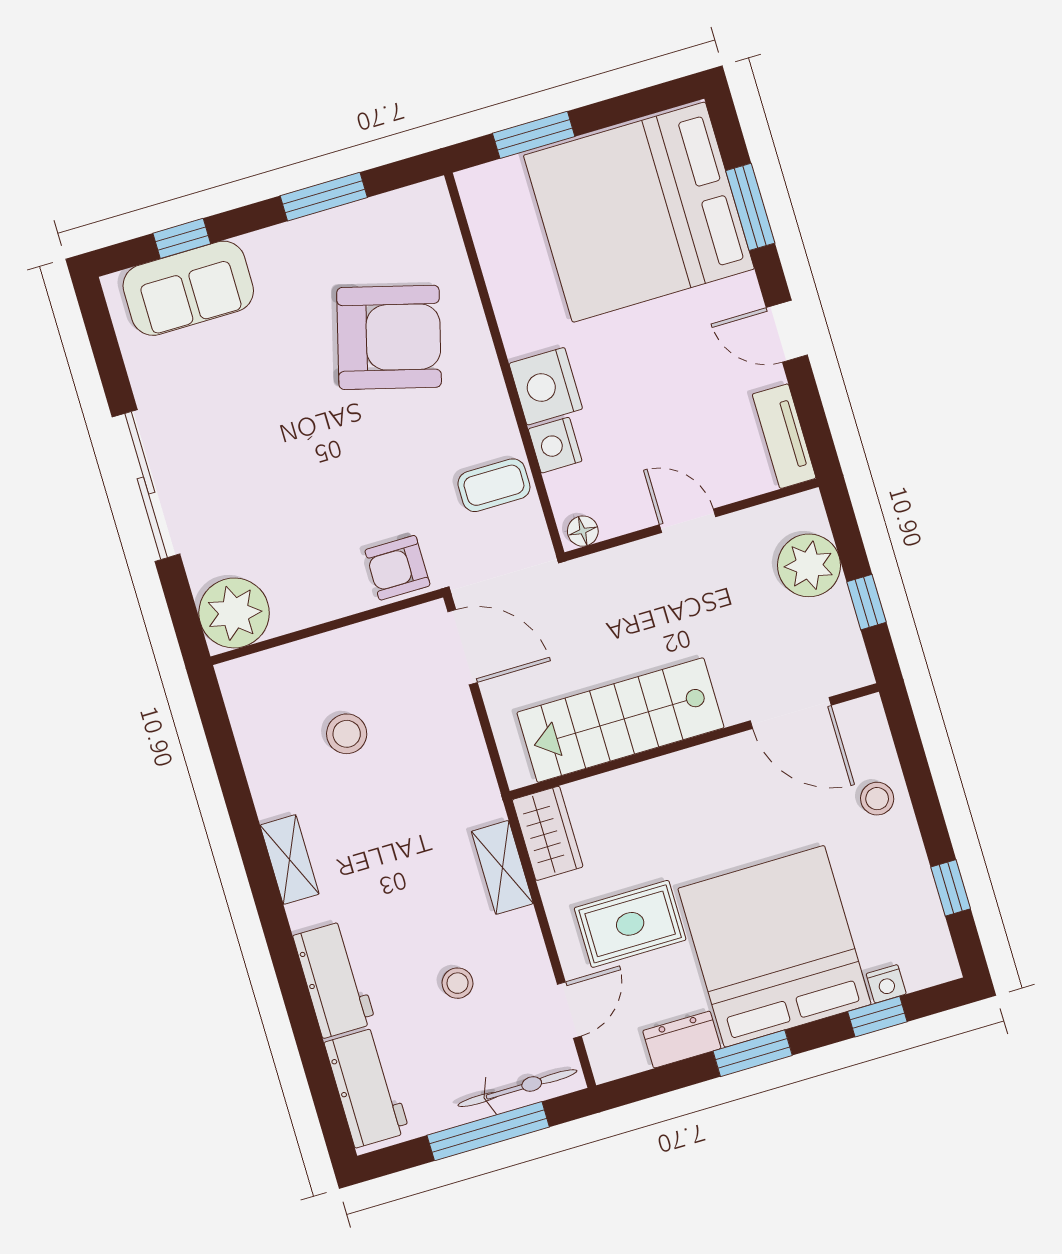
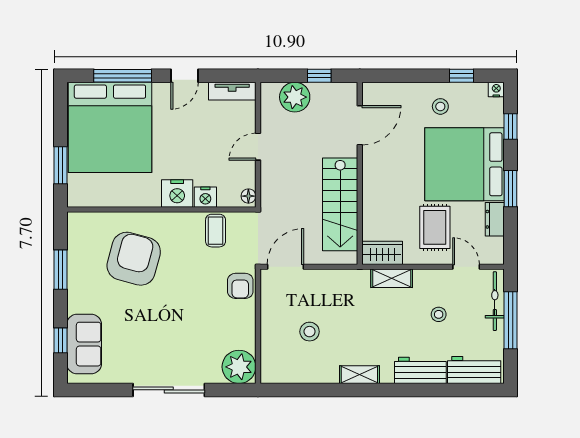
window: (750, 207) -> (123, 76), width x1.44
stool: (877, 799) -> (440, 106), moved
nightstand: (886, 984) -> (496, 90), moved, turned -90

